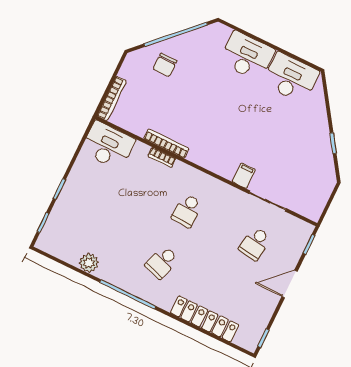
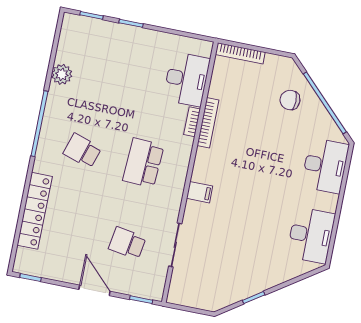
desk: (247, 56) -> (325, 166), moved
desk: (108, 146) -> (186, 79), moved
filing cabinet: (244, 176) -> (200, 192), moved
school desk: (187, 211) -> (143, 163), width x1.85

